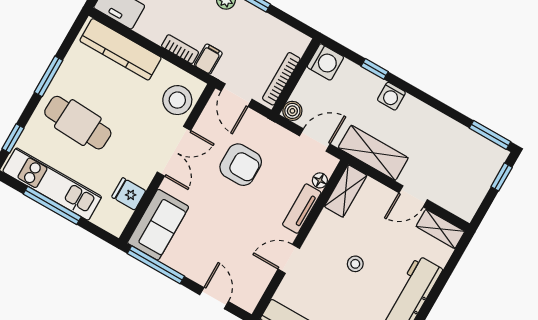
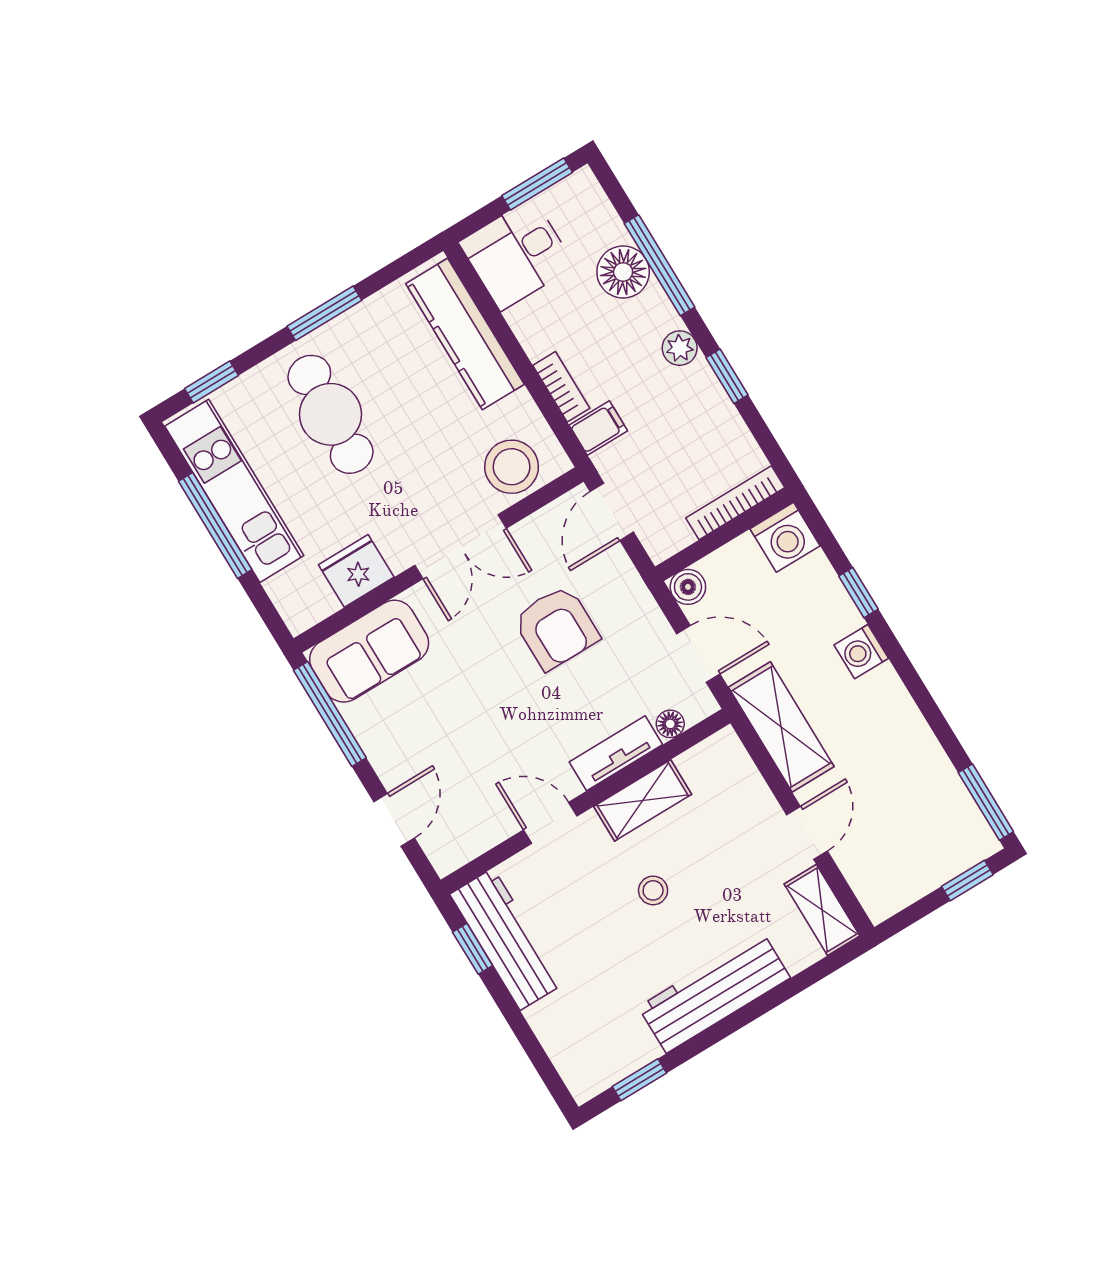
bookcase: (281, 79) -> (735, 503), moved
shelving: (346, 191) -> (643, 800), moved
fridge: (129, 194) -> (356, 571), width x1.38
door: (413, 196) -> (807, 833), swing flipped

